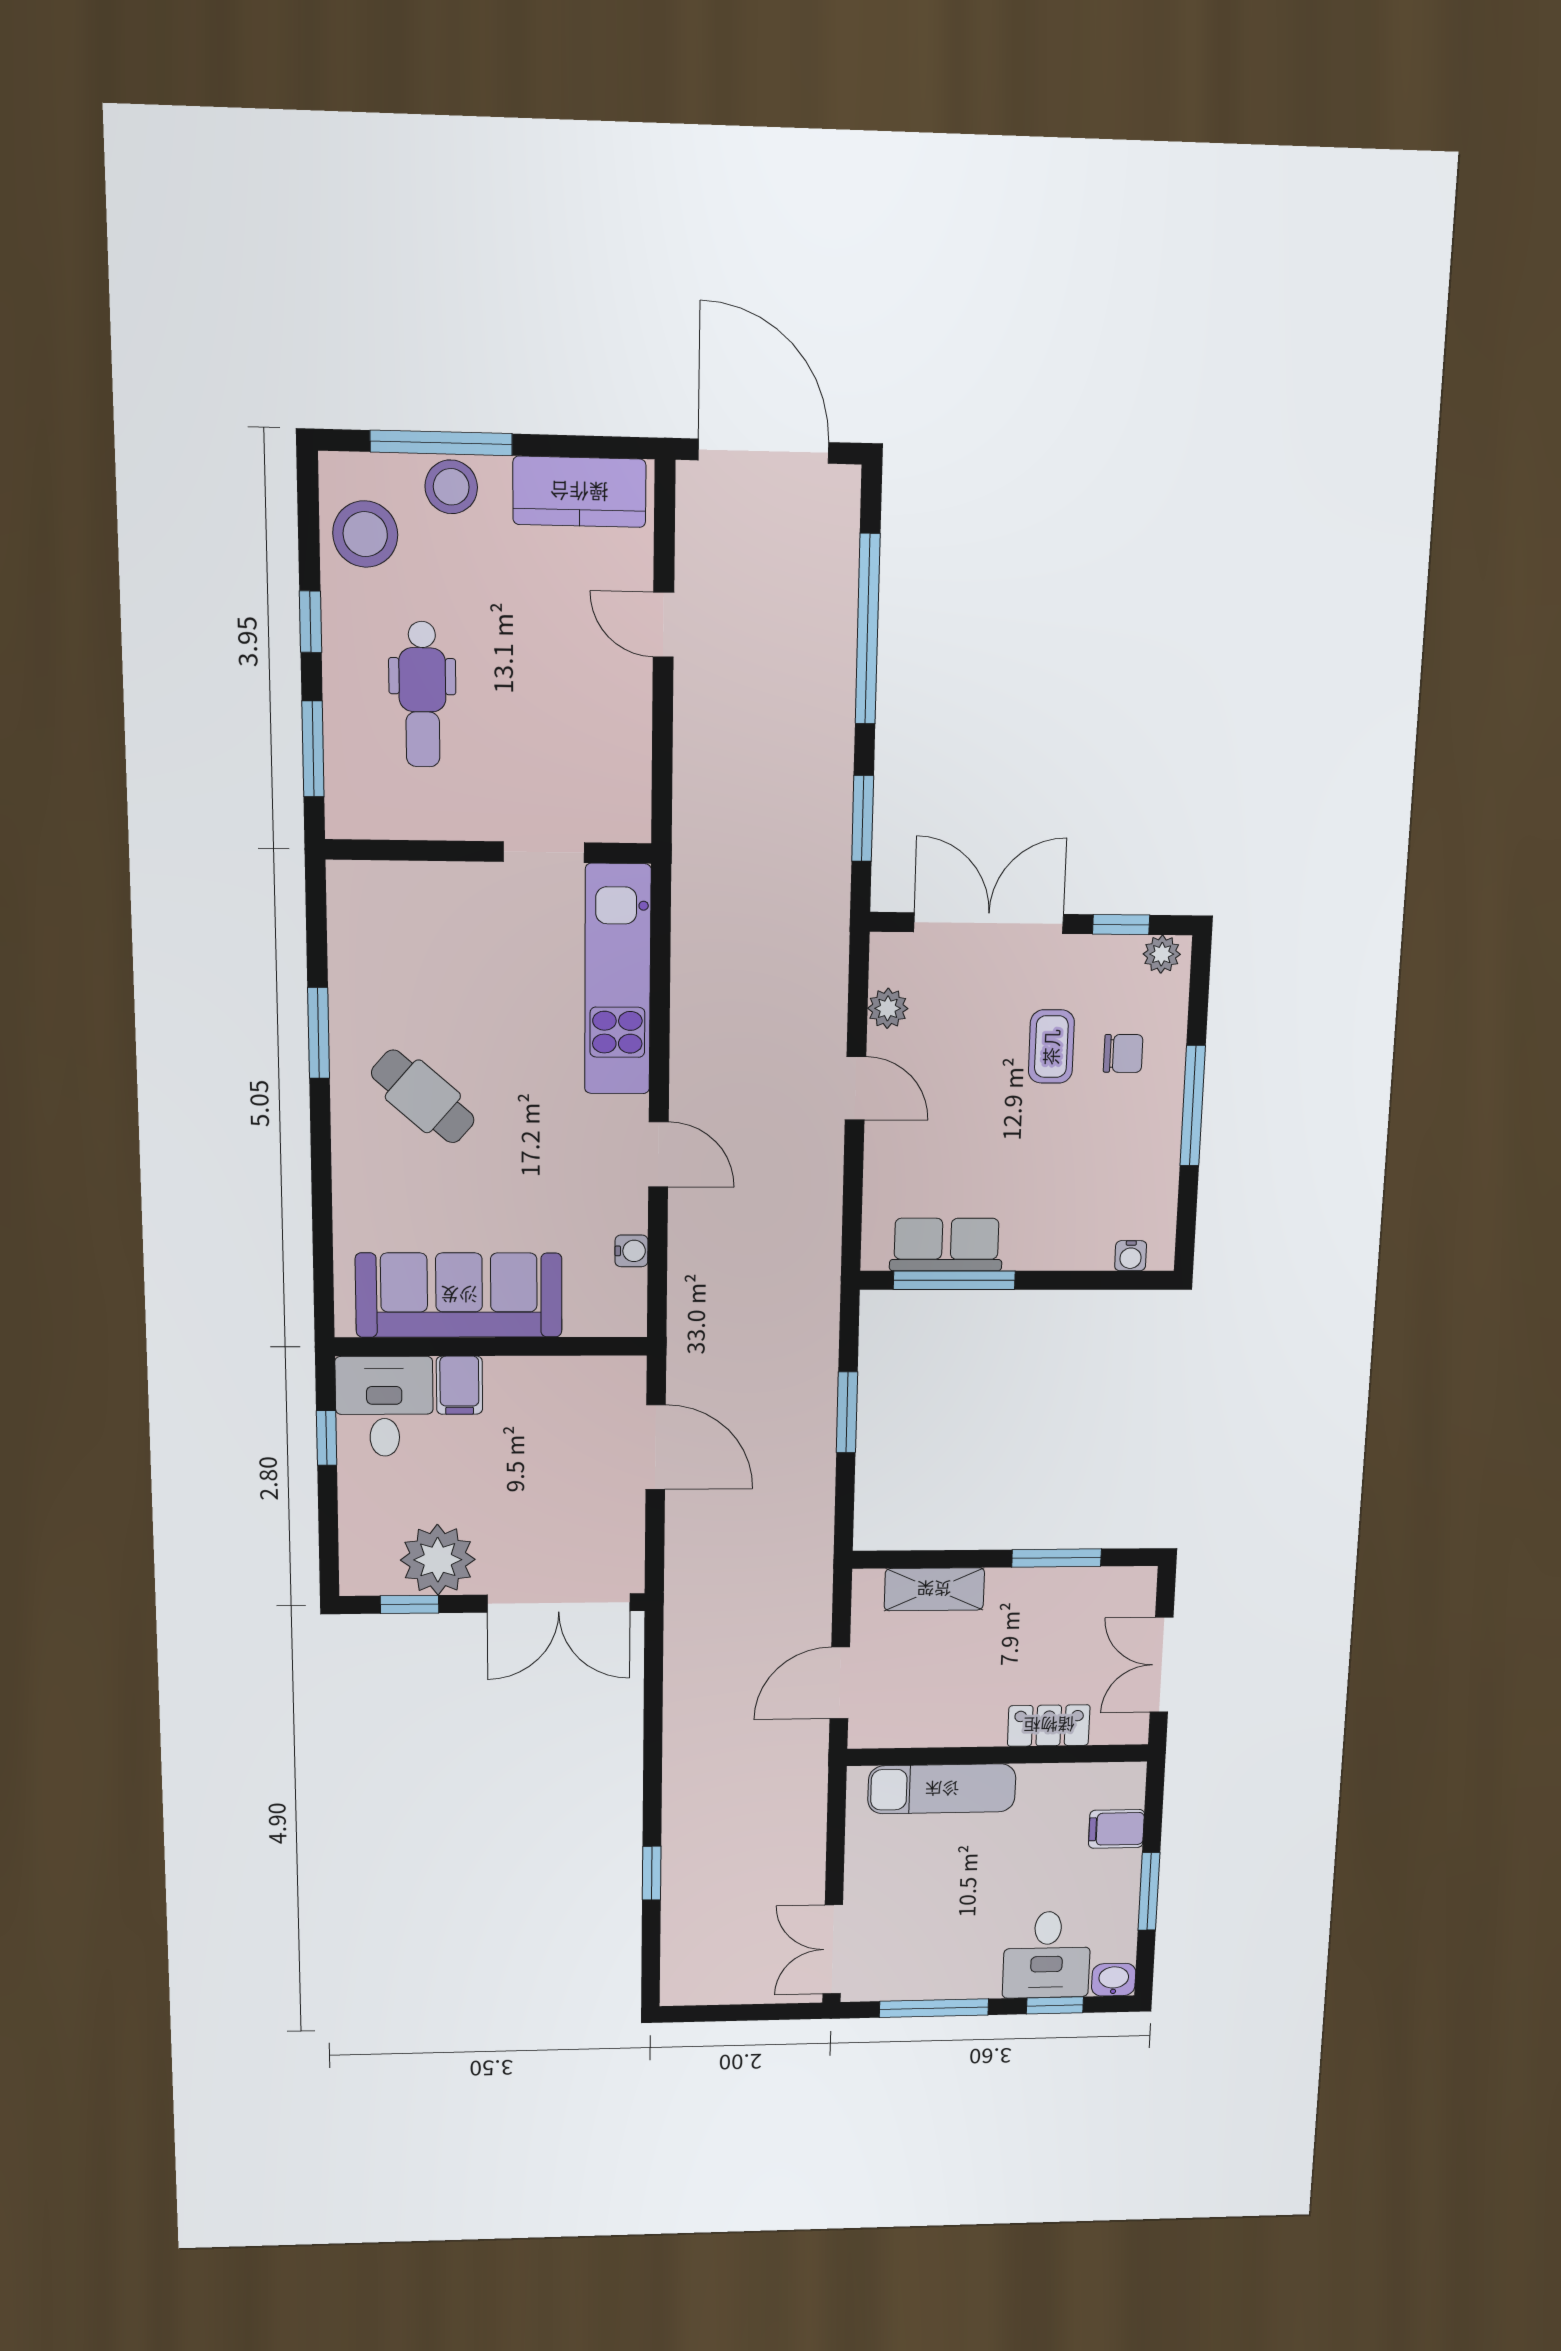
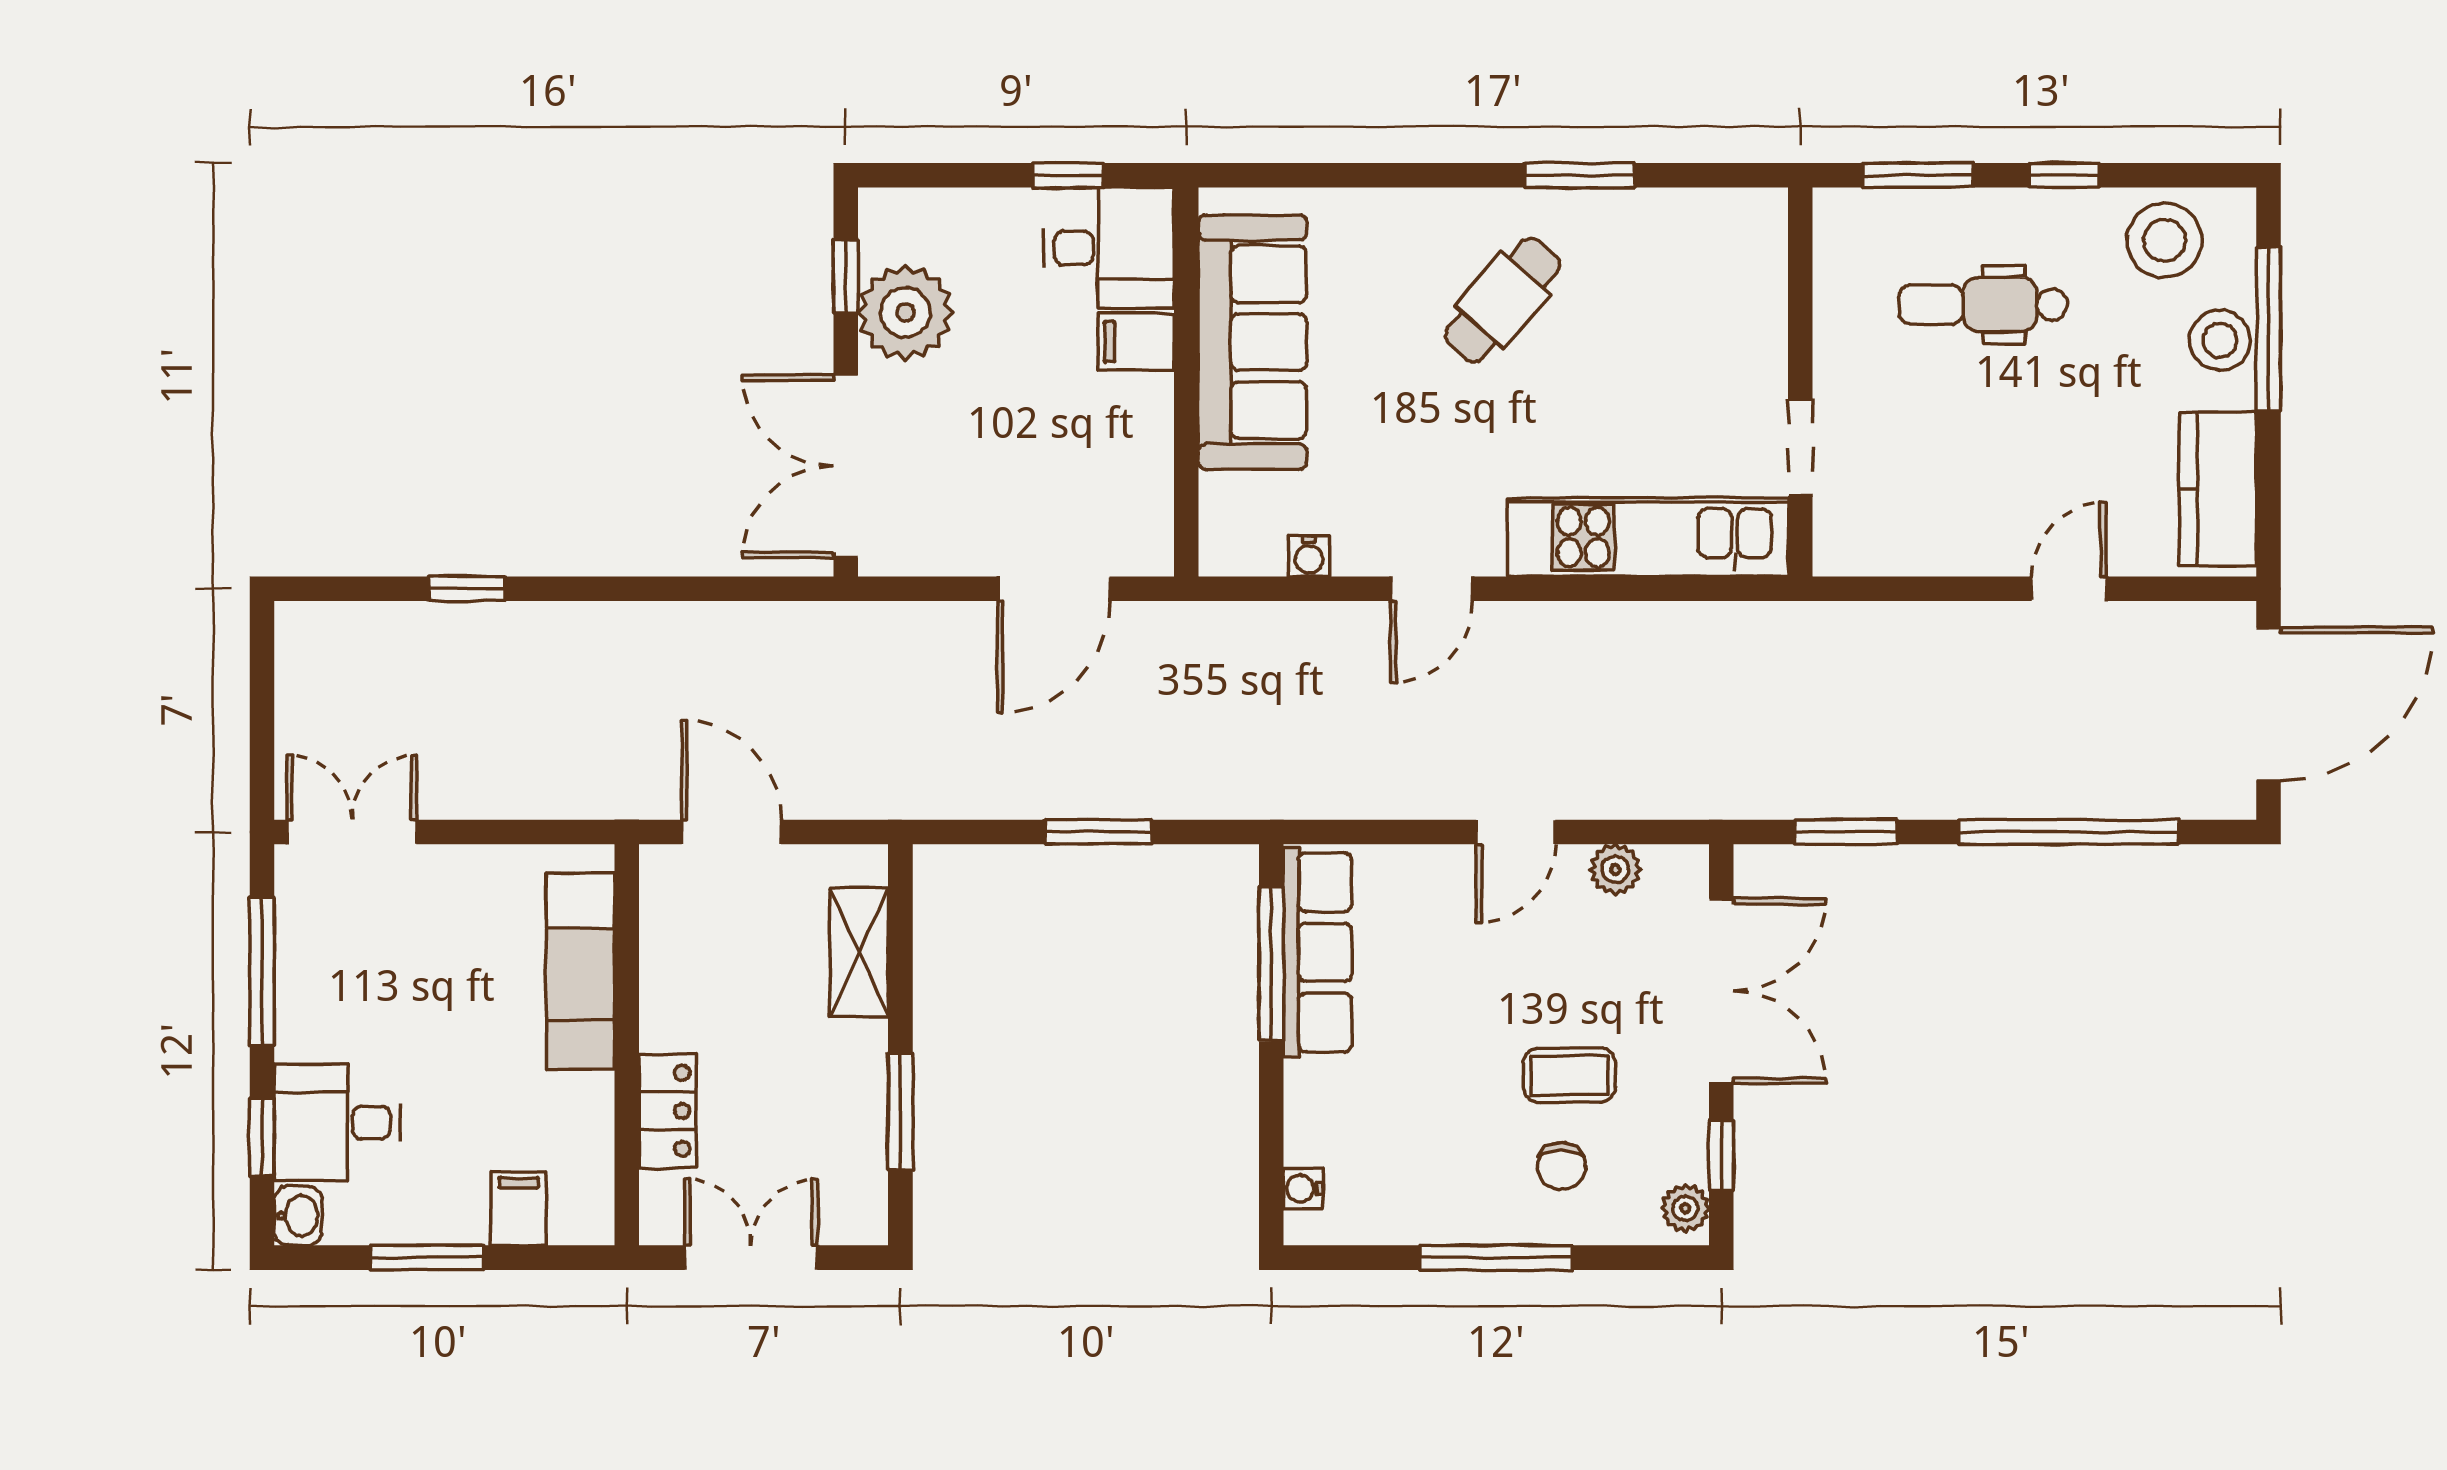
row of seats: (946, 1245) -> (1318, 952), width x1.48

